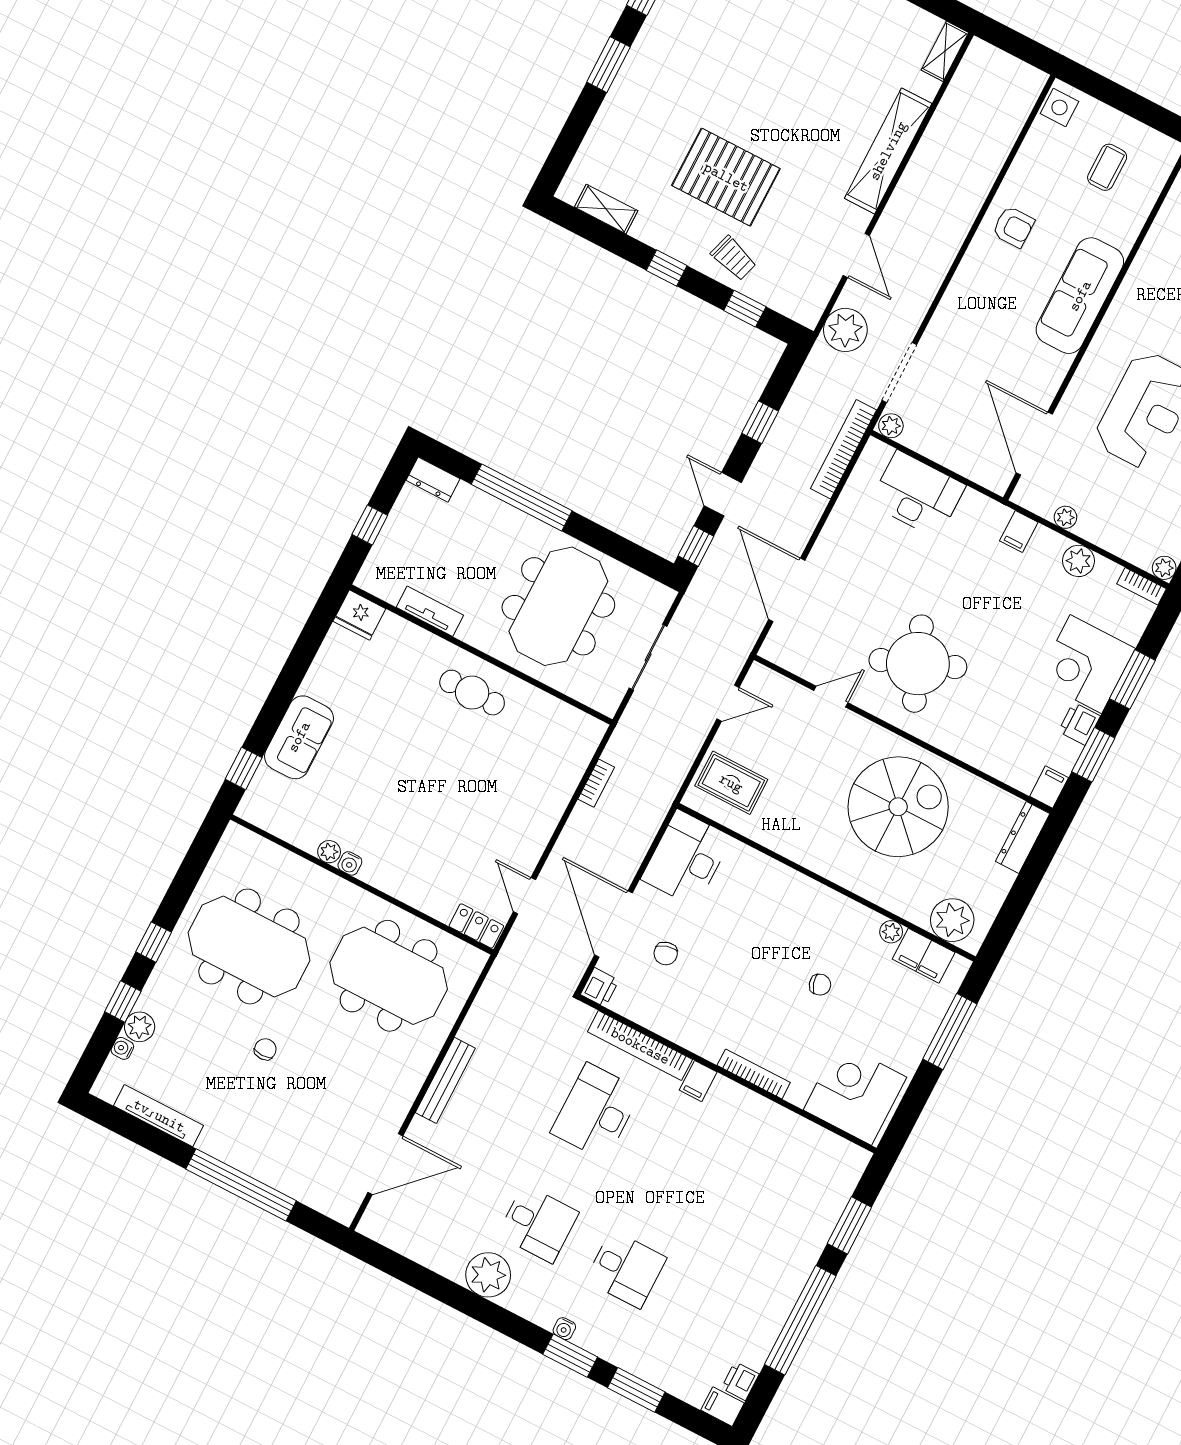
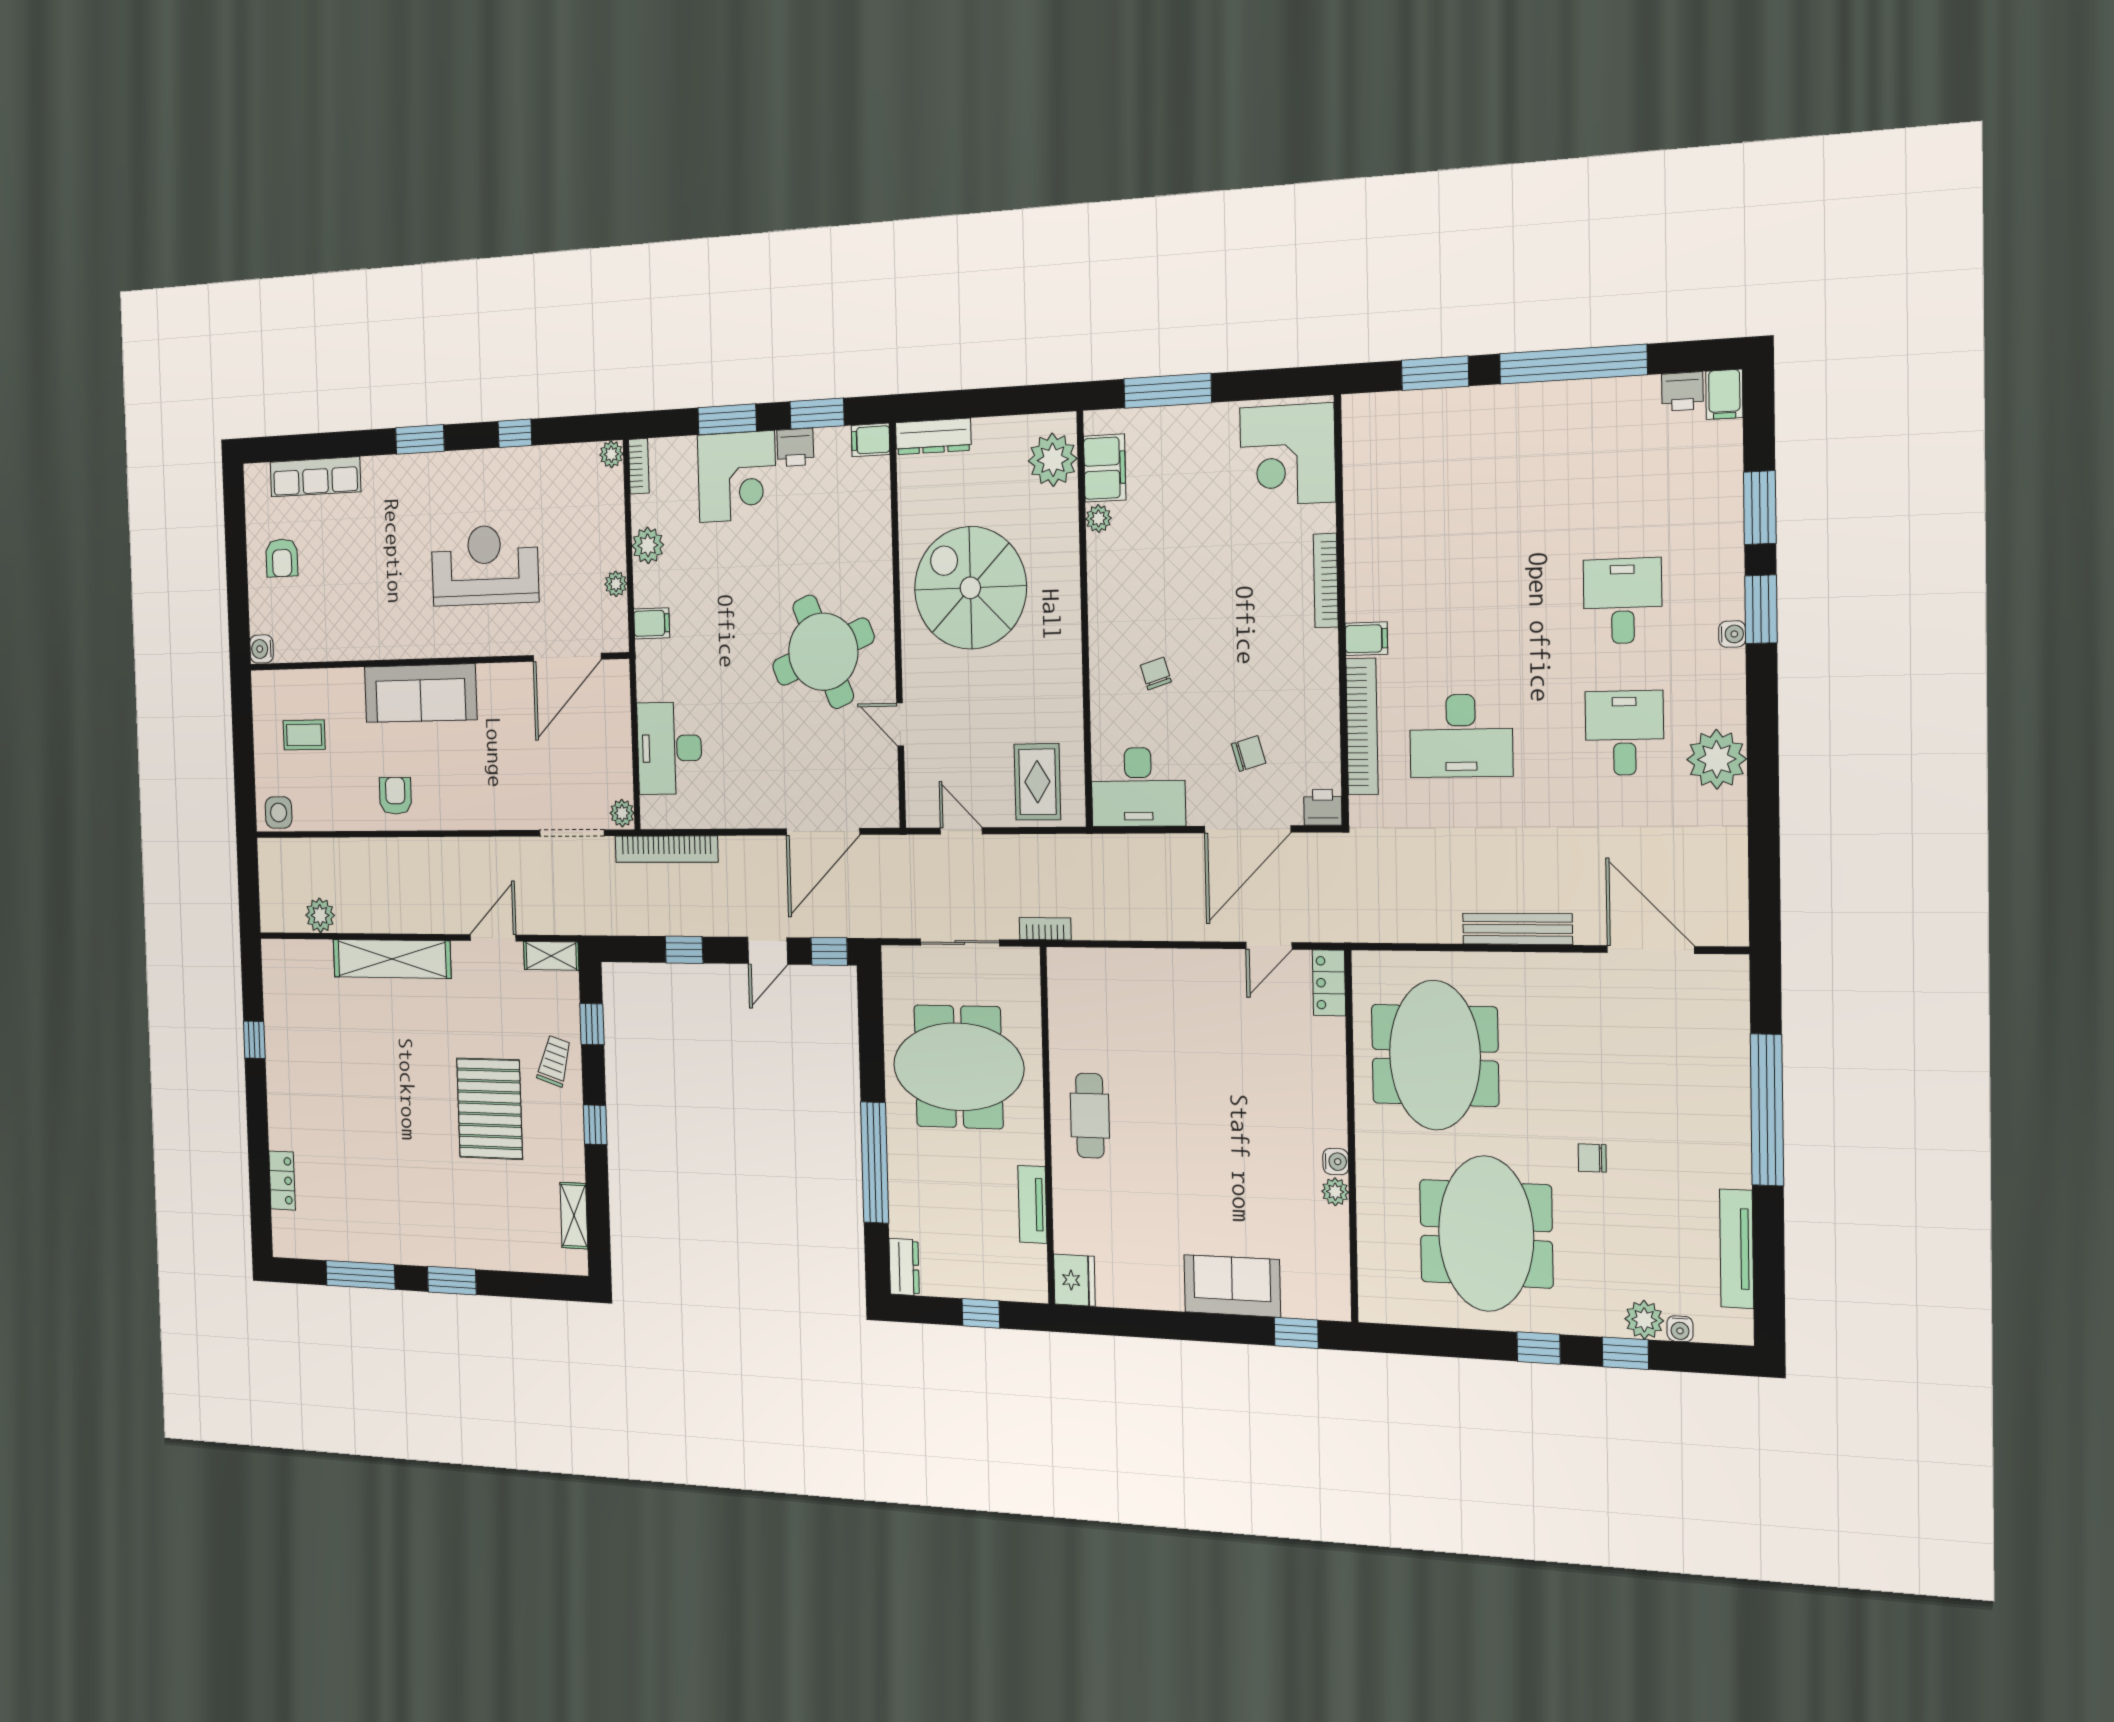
shelving: (945, 51) -> (551, 956), moved
plant: (845, 330) -> (320, 915), moved, width x0.73, depth x0.73
bookcase: (596, 783) -> (1045, 929), moved
chair: (820, 985) -> (1156, 674), moved

